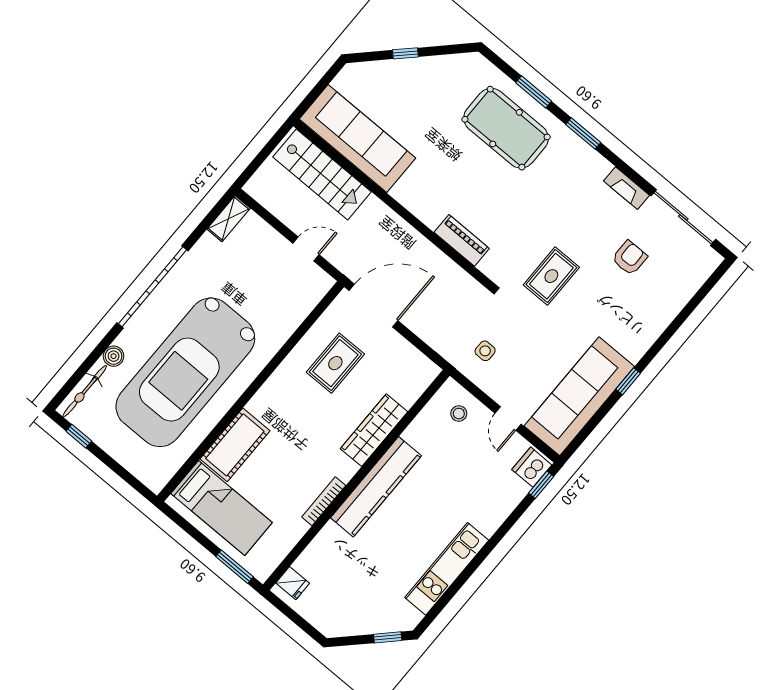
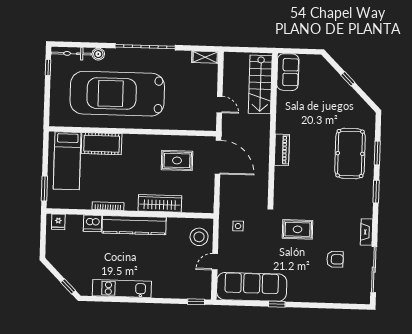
sofa: (357, 139) -> (288, 72), width x0.54, depth x0.79
piano: (462, 240) -> (282, 150), moved
stool: (459, 414) -> (199, 237), width x1.89, depth x1.89
dishwasher: (532, 467) -> (93, 223), moved, turned 180

